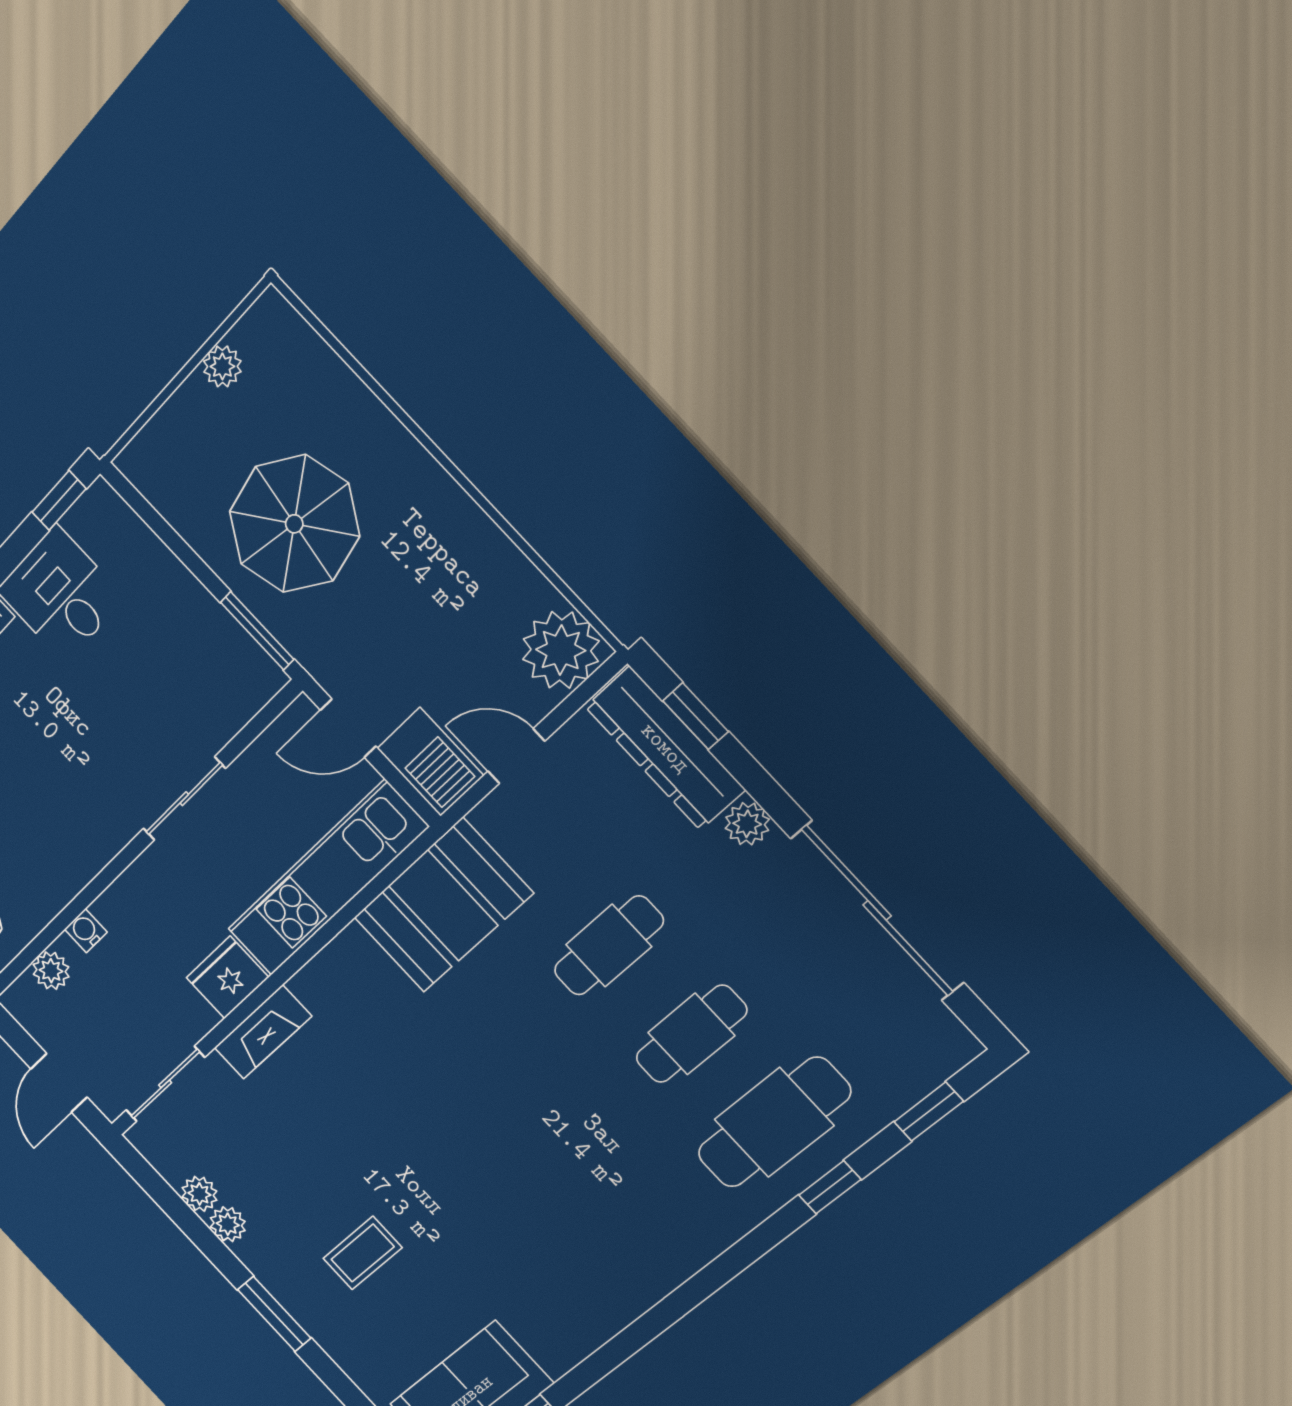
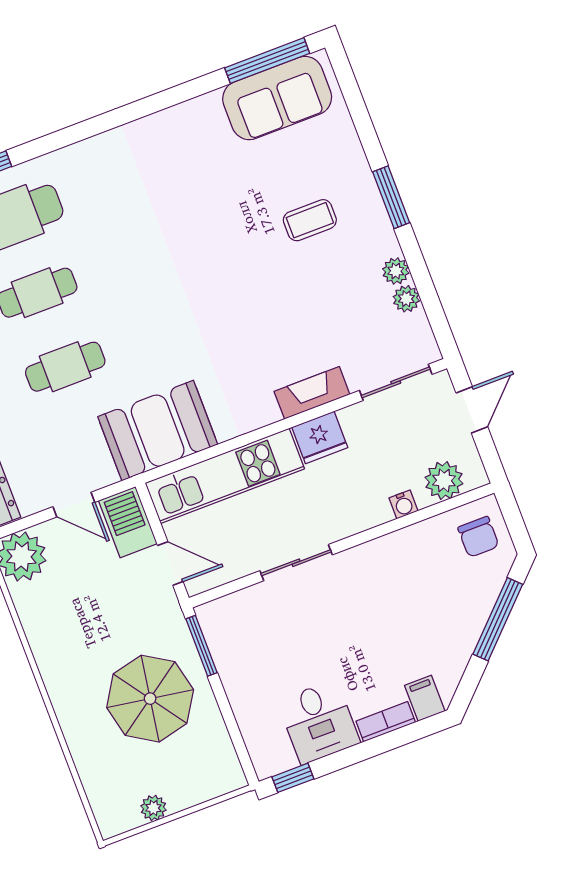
plant: (51, 971) -> (444, 481), width x1.38, depth x1.38

